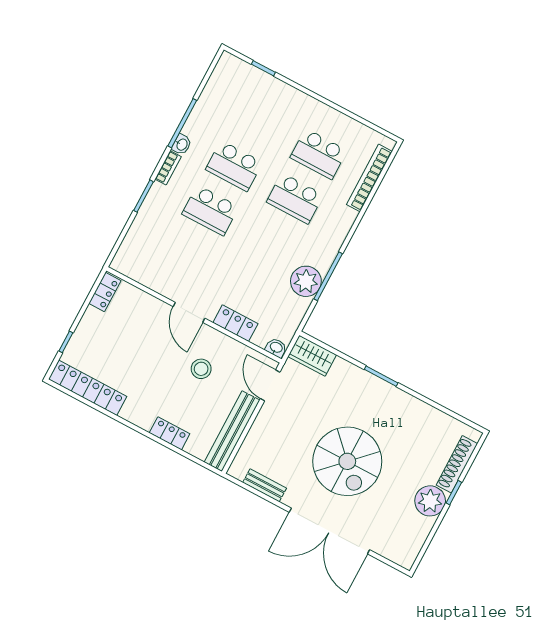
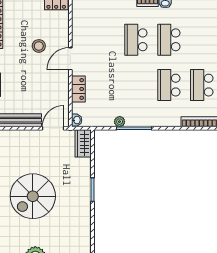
plant: (306, 281) -> (120, 122), width x0.53, depth x0.53
stool: (201, 369) -> (39, 46), moved

